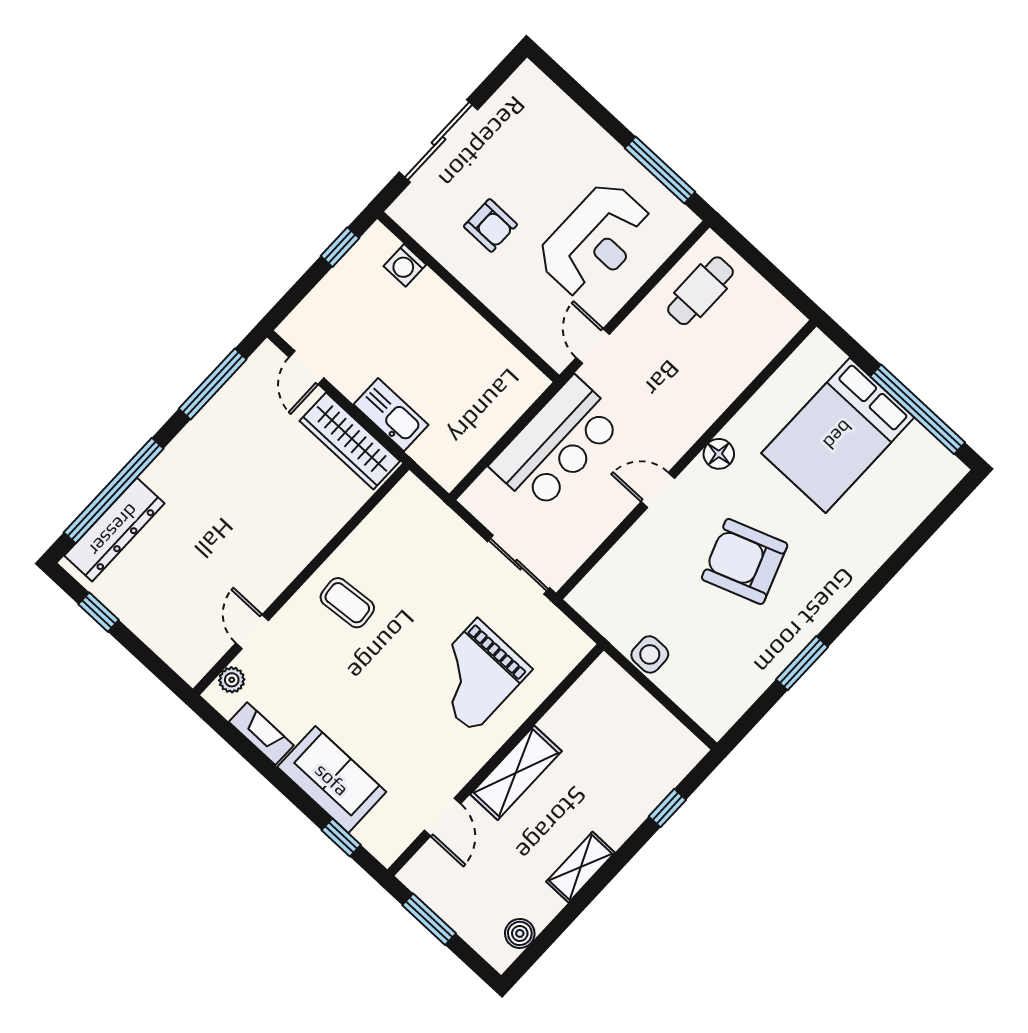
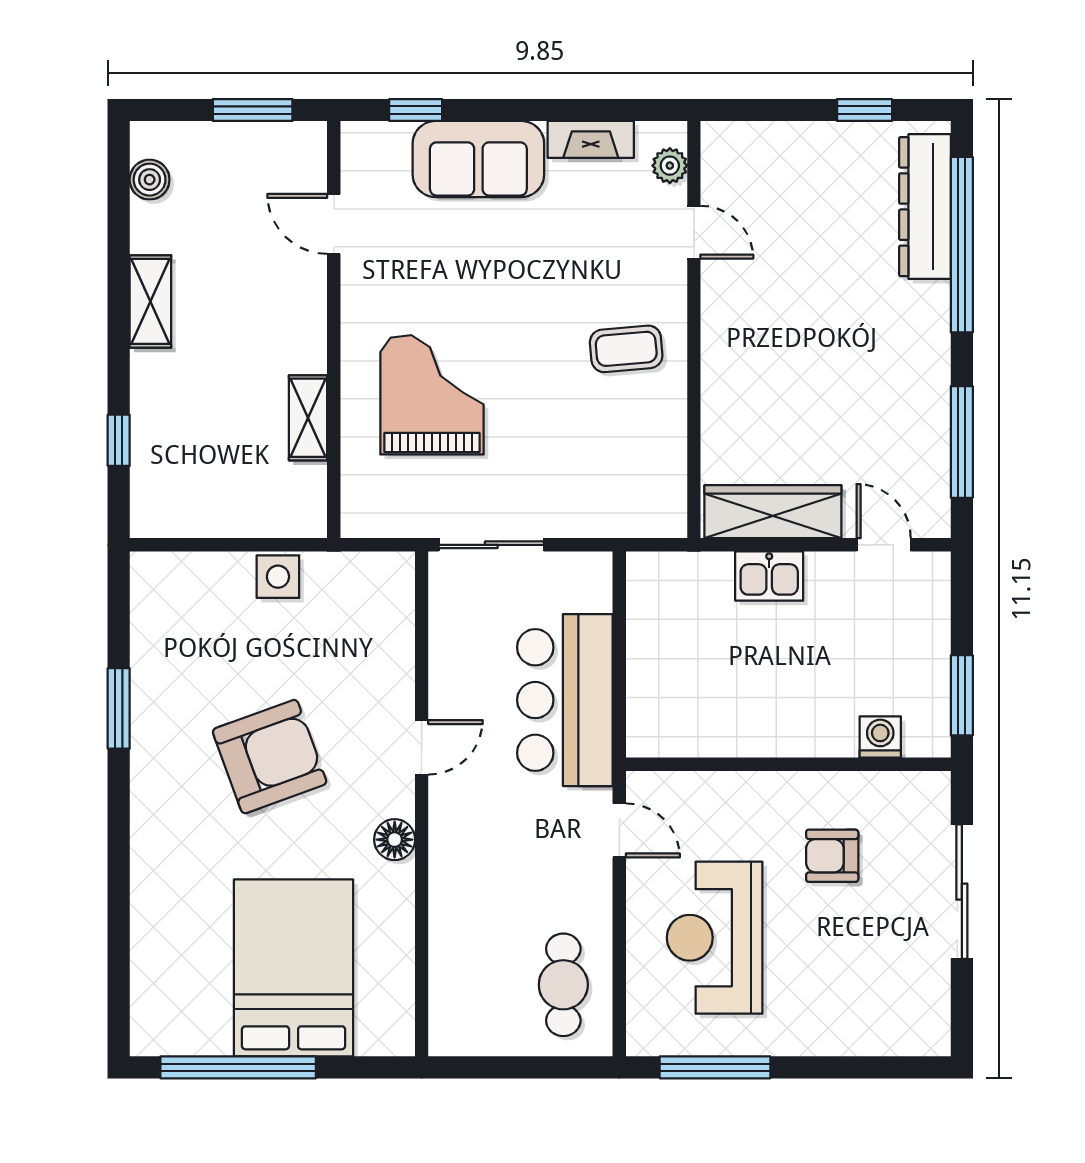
window: (340, 247) -> (962, 695), width x1.50
kitchen sink: (391, 415) -> (769, 576), width x0.73
shelving: (516, 773) -> (308, 418), moved, width x0.67, depth x0.75

